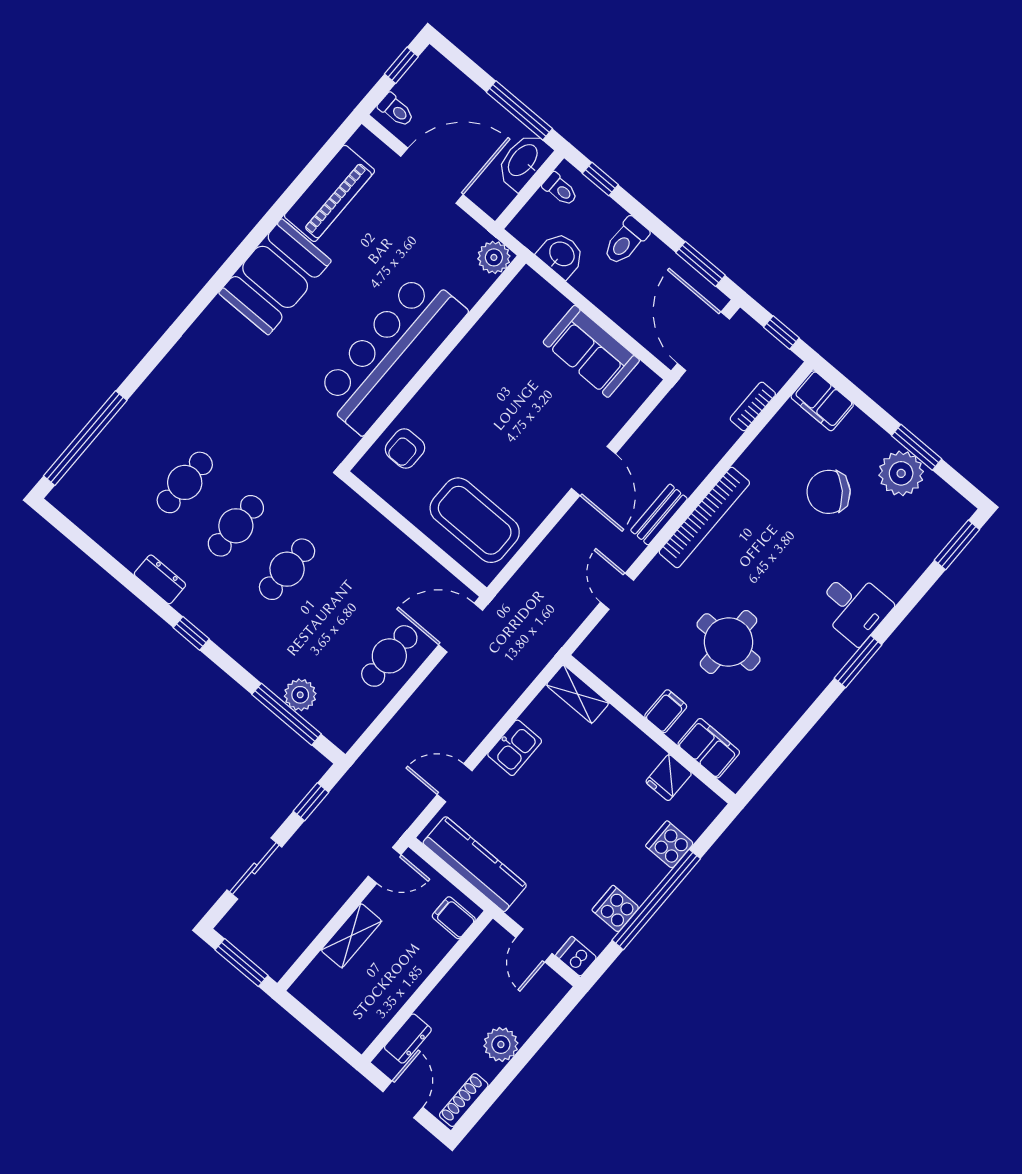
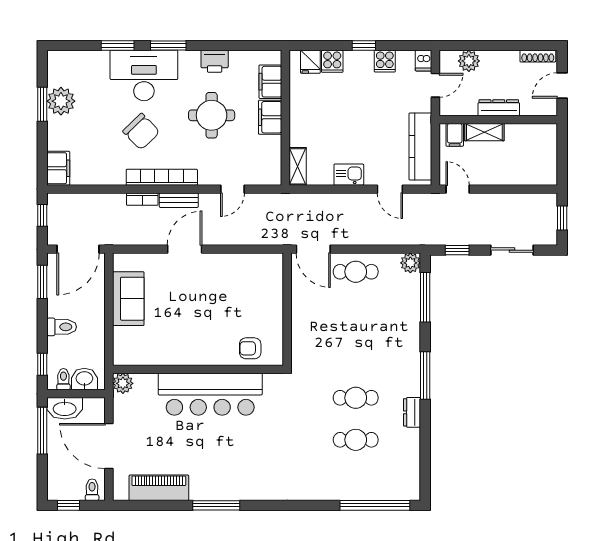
window: (249, 245) -> (216, 505), added
washbasin: (561, 255) -> (84, 379), moved, turned 90
booth: (275, 277) -> (221, 480), removed
bookcase: (753, 406) -> (142, 199), moved
armchair: (405, 449) -> (250, 348), turned 180
chair: (829, 492) -> (141, 132), moved
coffee table: (475, 520) -> (256, 286), removed
window: (957, 545) -> (118, 45), moved
cafe table: (287, 569) -> (356, 356), removed
desk: (854, 607) -> (144, 75), width x1.87, depth x1.30
window: (191, 633) -> (425, 376), width x2.17
plant: (300, 695) -> (410, 263), moved
printer: (791, 701) -> (215, 61), added
filing cabinet: (666, 711) -> (270, 117), width x2.00
fridge: (669, 778) -> (310, 62), moved, turned 90
window: (656, 899) -> (364, 45), width x0.32
shelving: (351, 936) -> (484, 132), moved
window: (241, 963) -> (562, 218), width x0.67
dresser: (408, 1039) -> (499, 108), moved, width x1.44
plant: (501, 1044) -> (469, 61), moved

